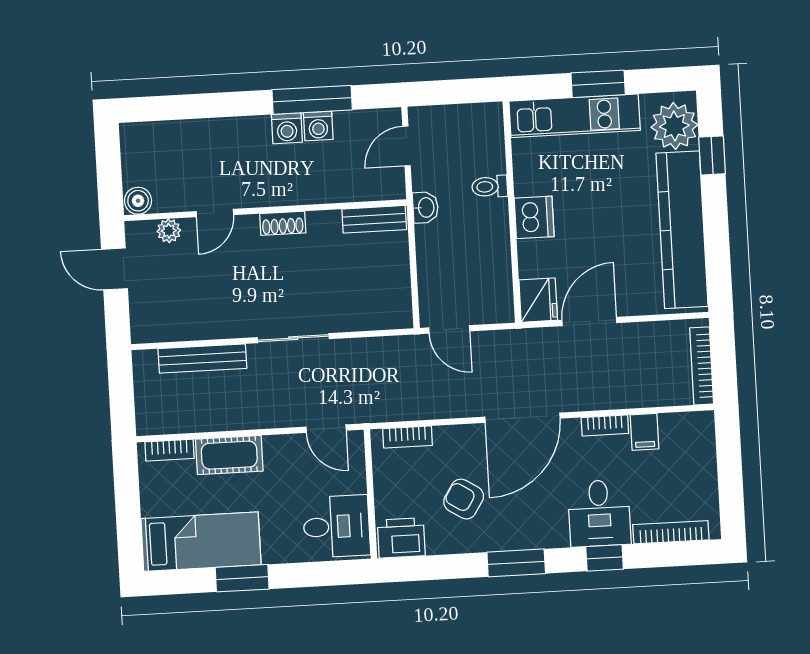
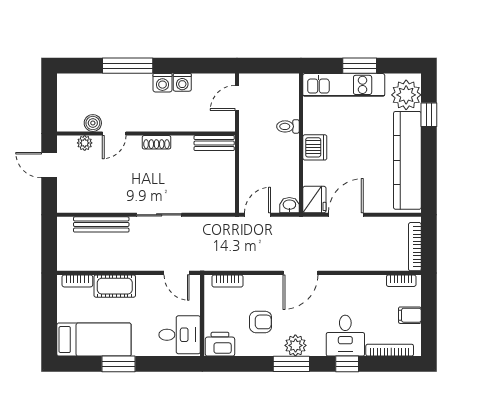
window: (312, 100) -> (128, 66), moved
boiler: (138, 201) -> (93, 123), moved
washbasin: (425, 208) -> (289, 205), moved, turned -90
door: (449, 329) -> (258, 215), swing flipped
door: (523, 418) -> (300, 273), width x0.73
bookcase: (605, 426) -> (401, 281), moved
filing cabinet: (644, 432) -> (410, 315), moved, turned 90
armchair: (464, 499) -> (261, 322), turned 148
plant: (521, 533) -> (295, 345), added

